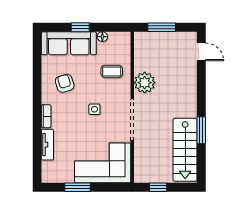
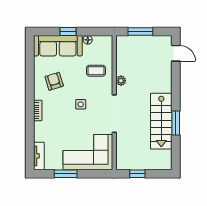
plant: (145, 83) -> (121, 81), width x0.53, depth x0.53
tv unit: (47, 145) -> (39, 156), moved
stairs: (185, 150) -> (161, 121), moved

